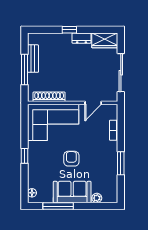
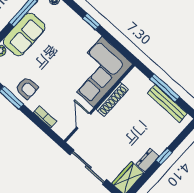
bench: (33, 59) -> (167, 103), width x1.36
shoe rack: (49, 97) -> (112, 99), moved
armchair: (71, 159) -> (27, 88), moved

